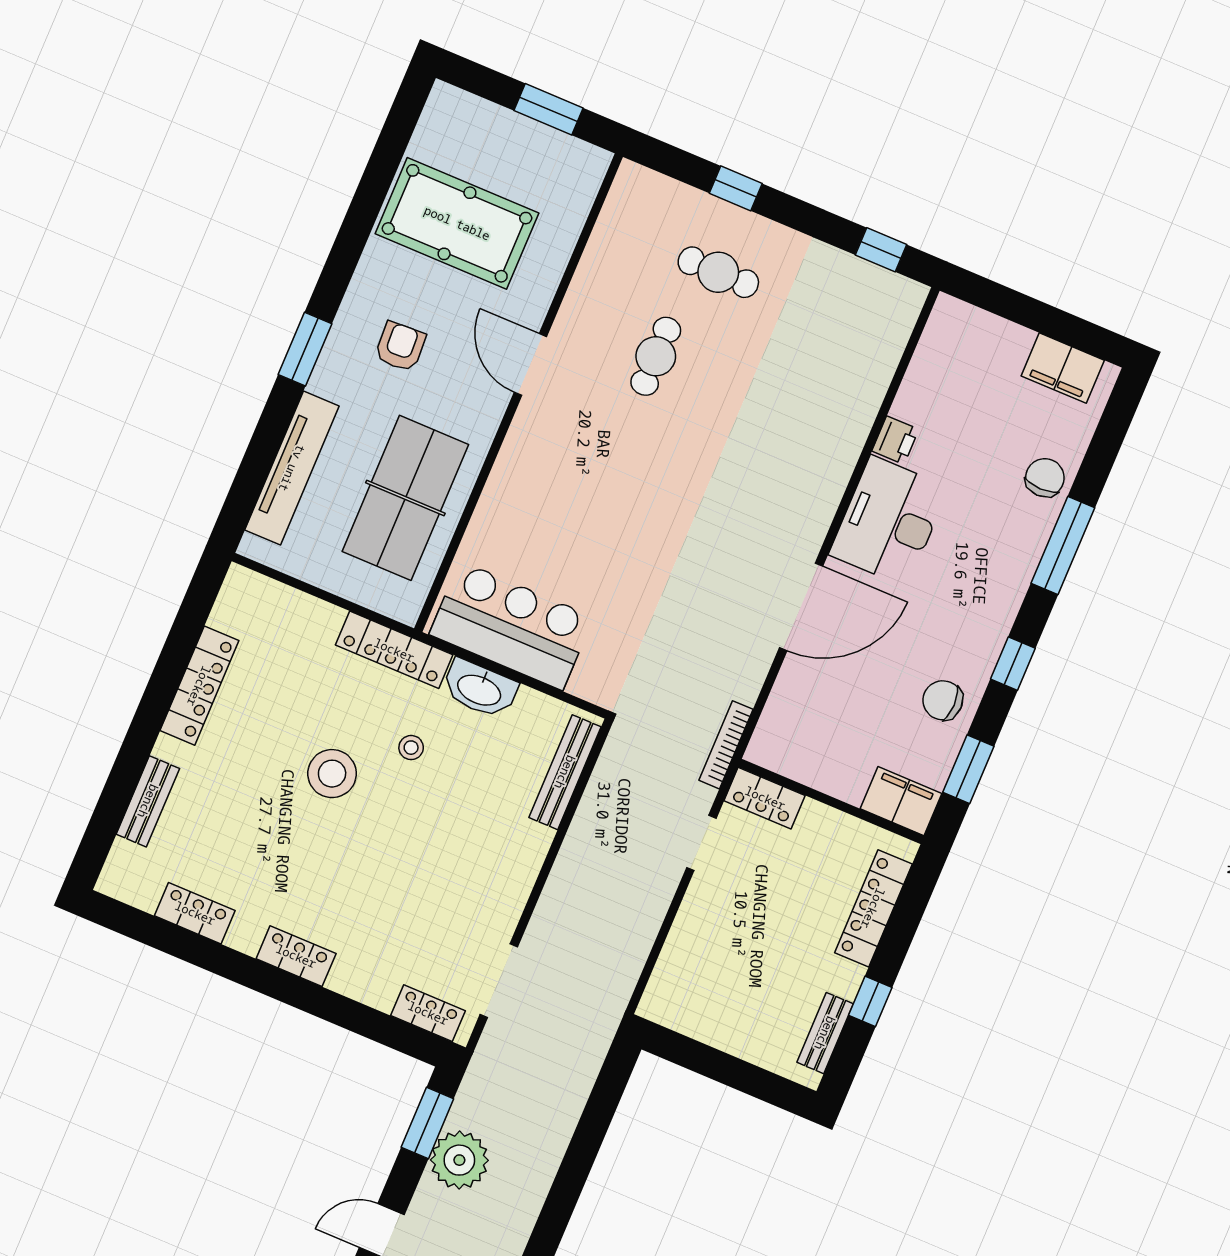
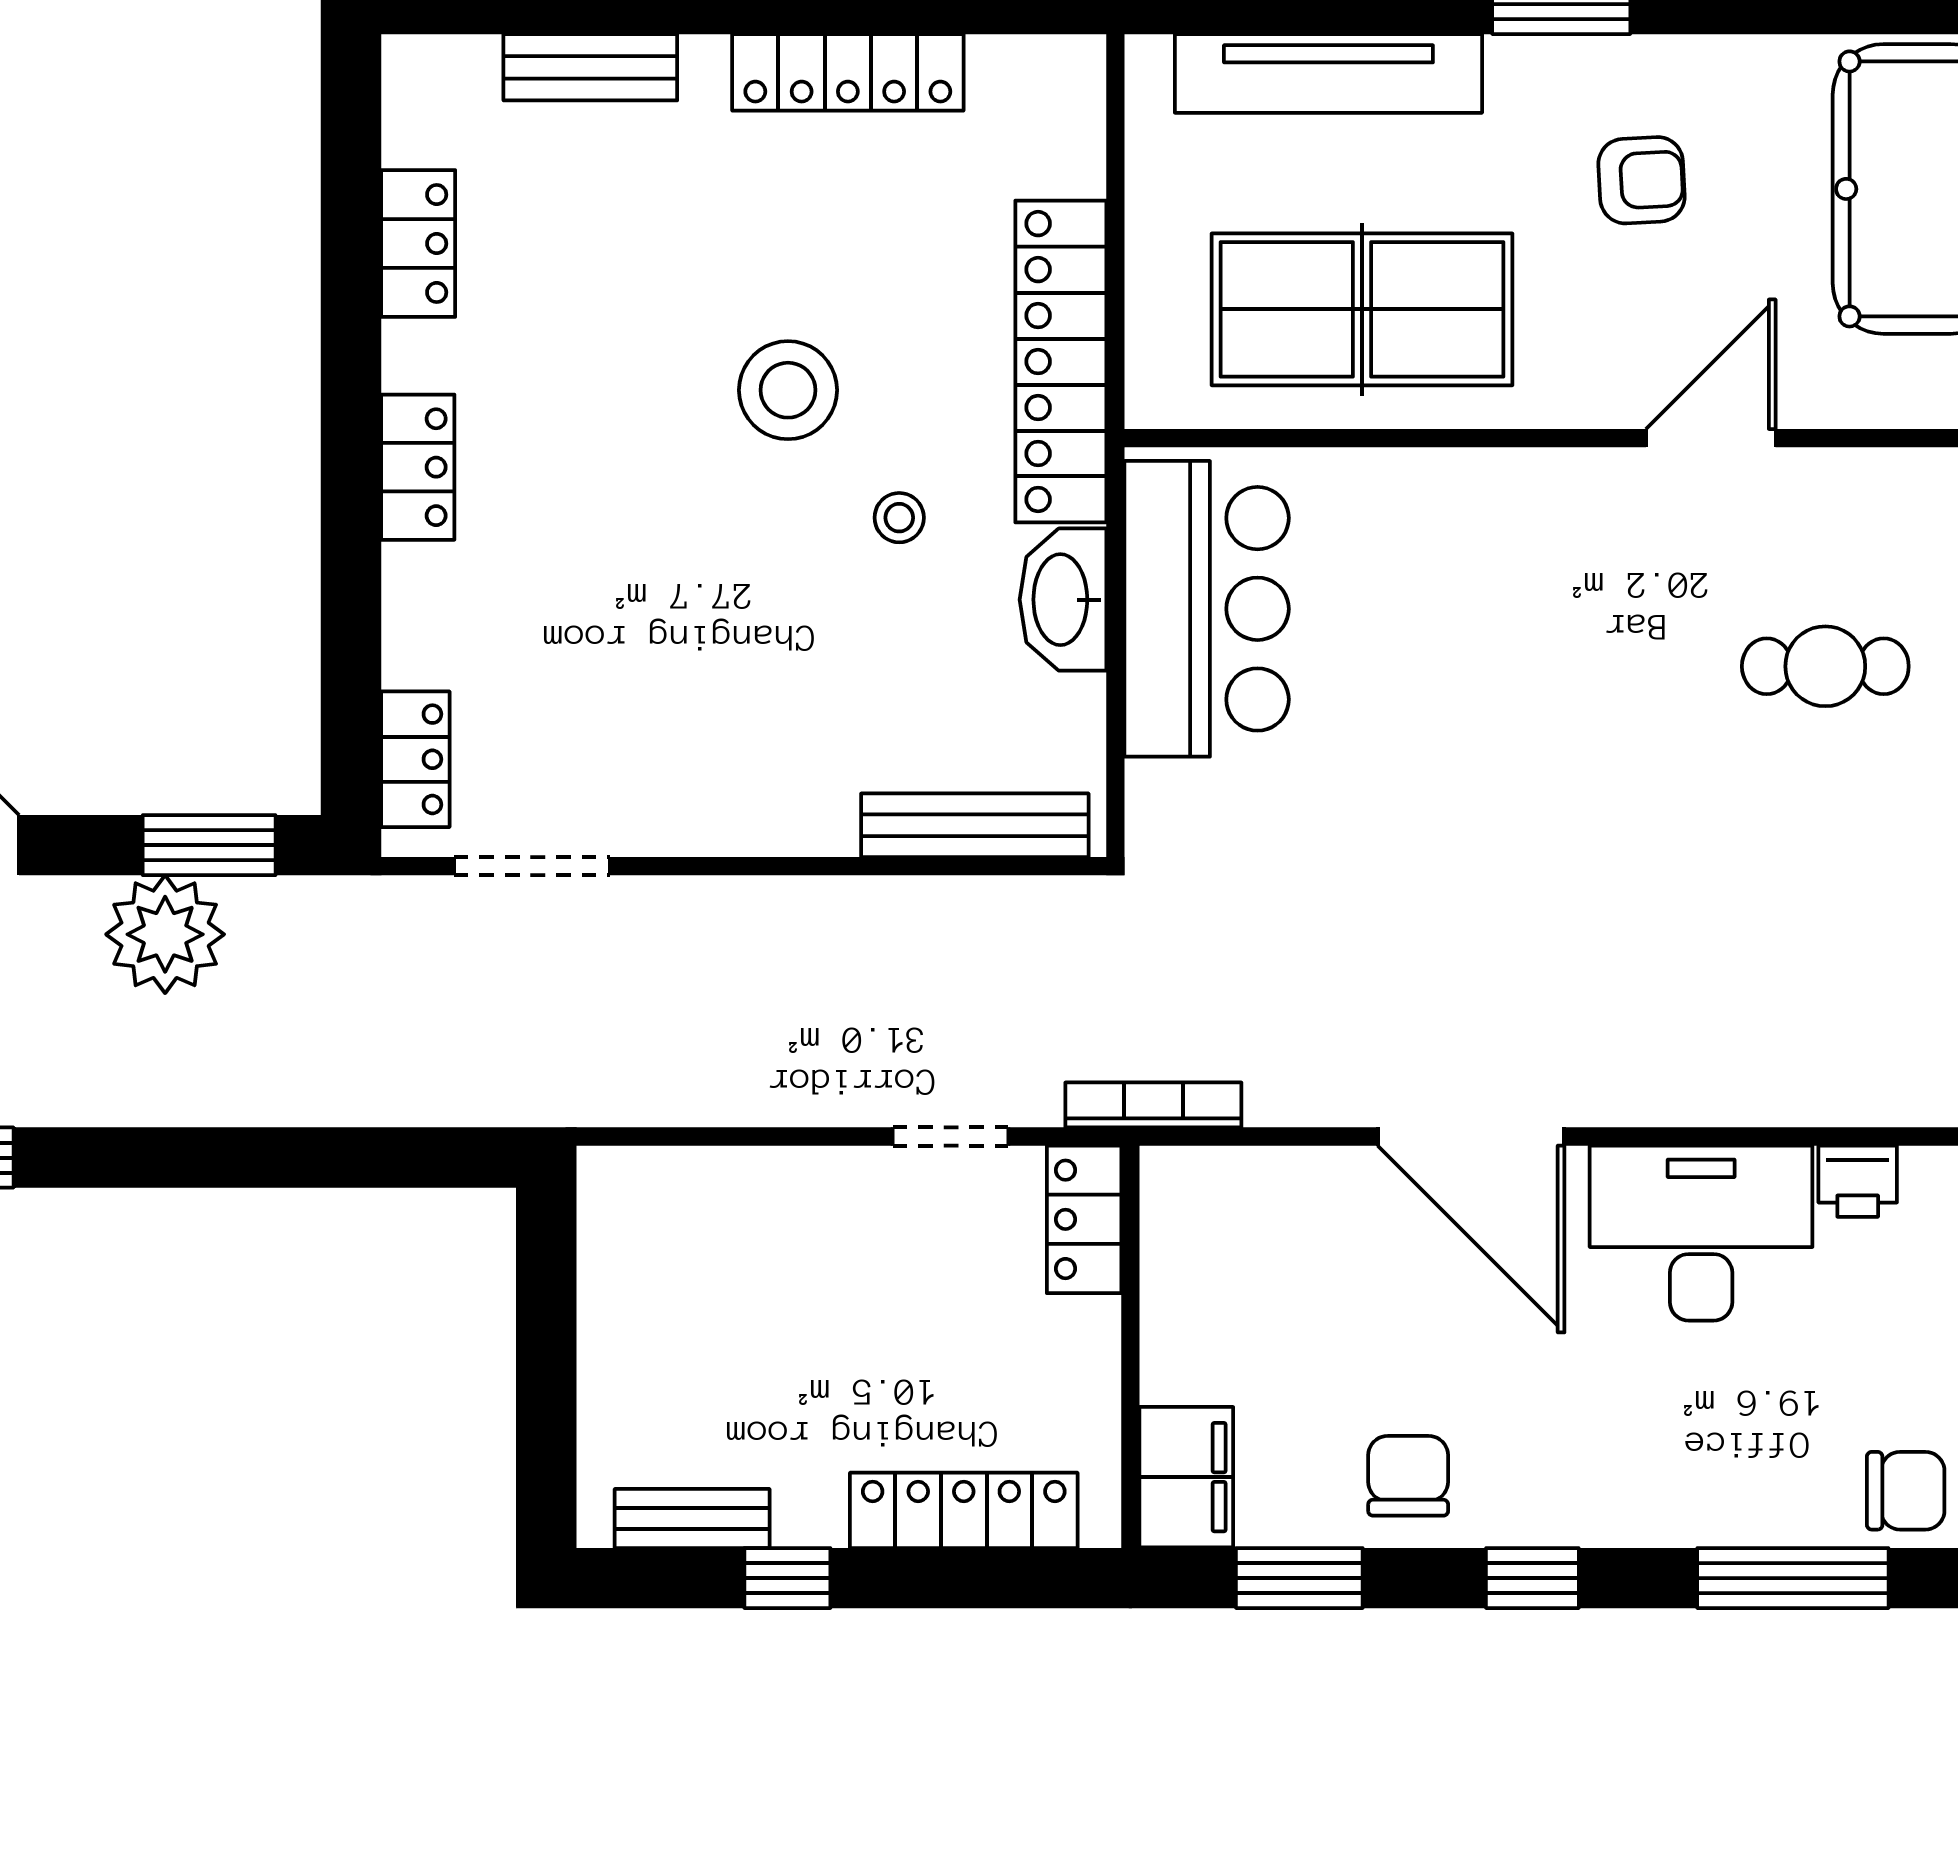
locker: (394, 650) -> (1061, 362), width x1.41, depth x1.21

